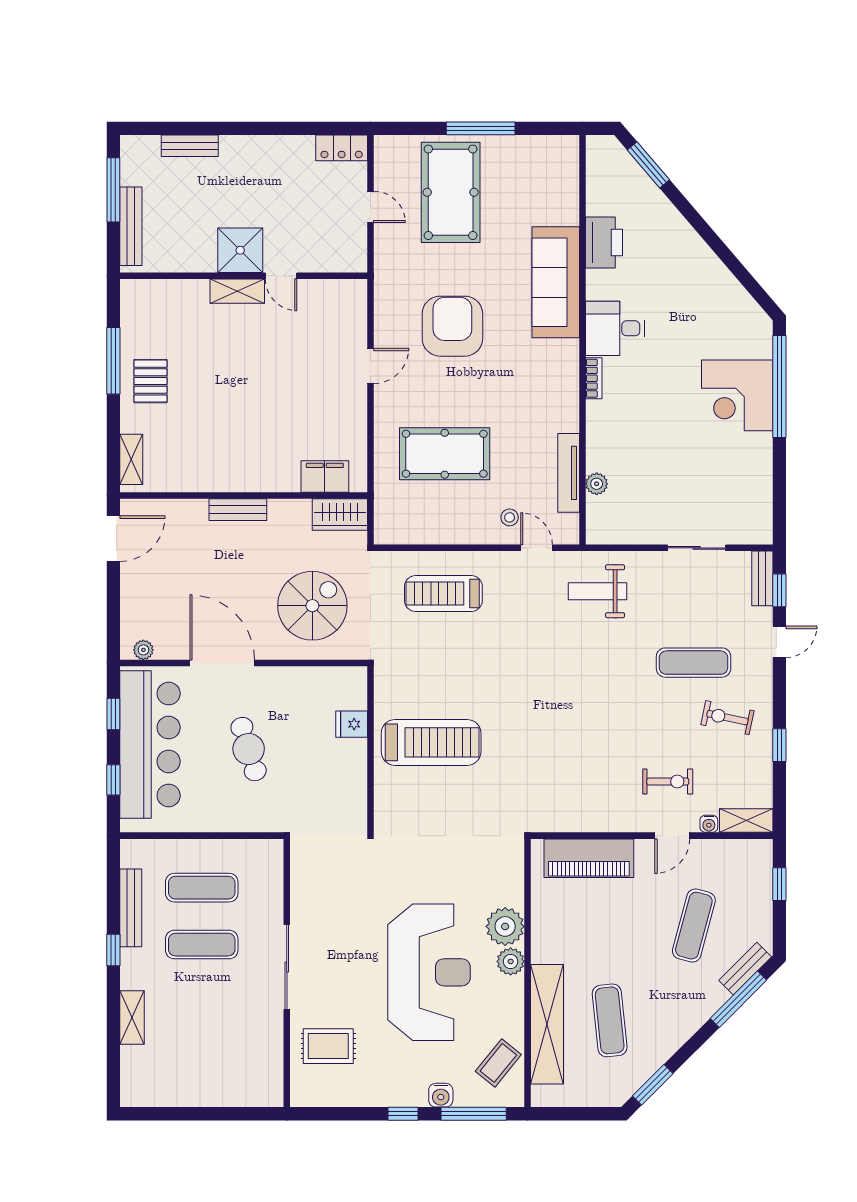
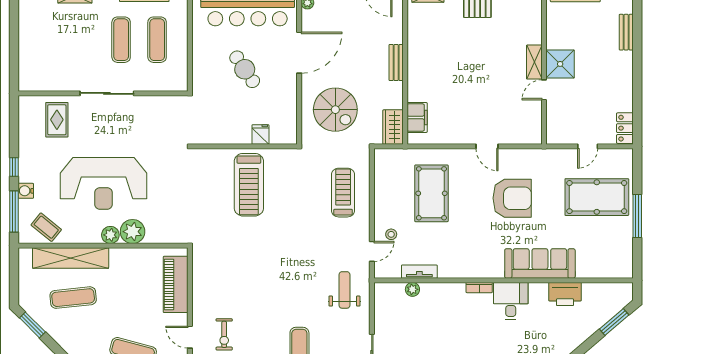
tv unit: (569, 473) -> (419, 272), width x0.71
cafe table: (249, 749) -> (245, 69), turned 73

